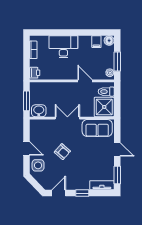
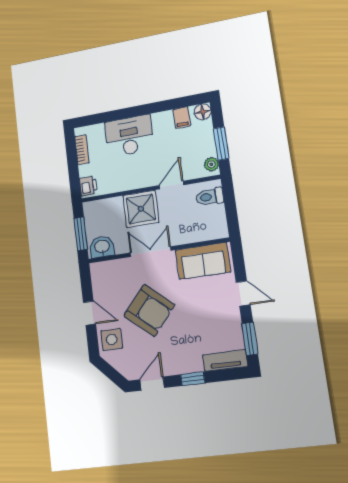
door: (85, 81) -> (172, 185), hinge flipped
shower: (104, 107) -> (141, 209), moved
armchair: (62, 152) -> (149, 310), width x1.88, depth x1.88

